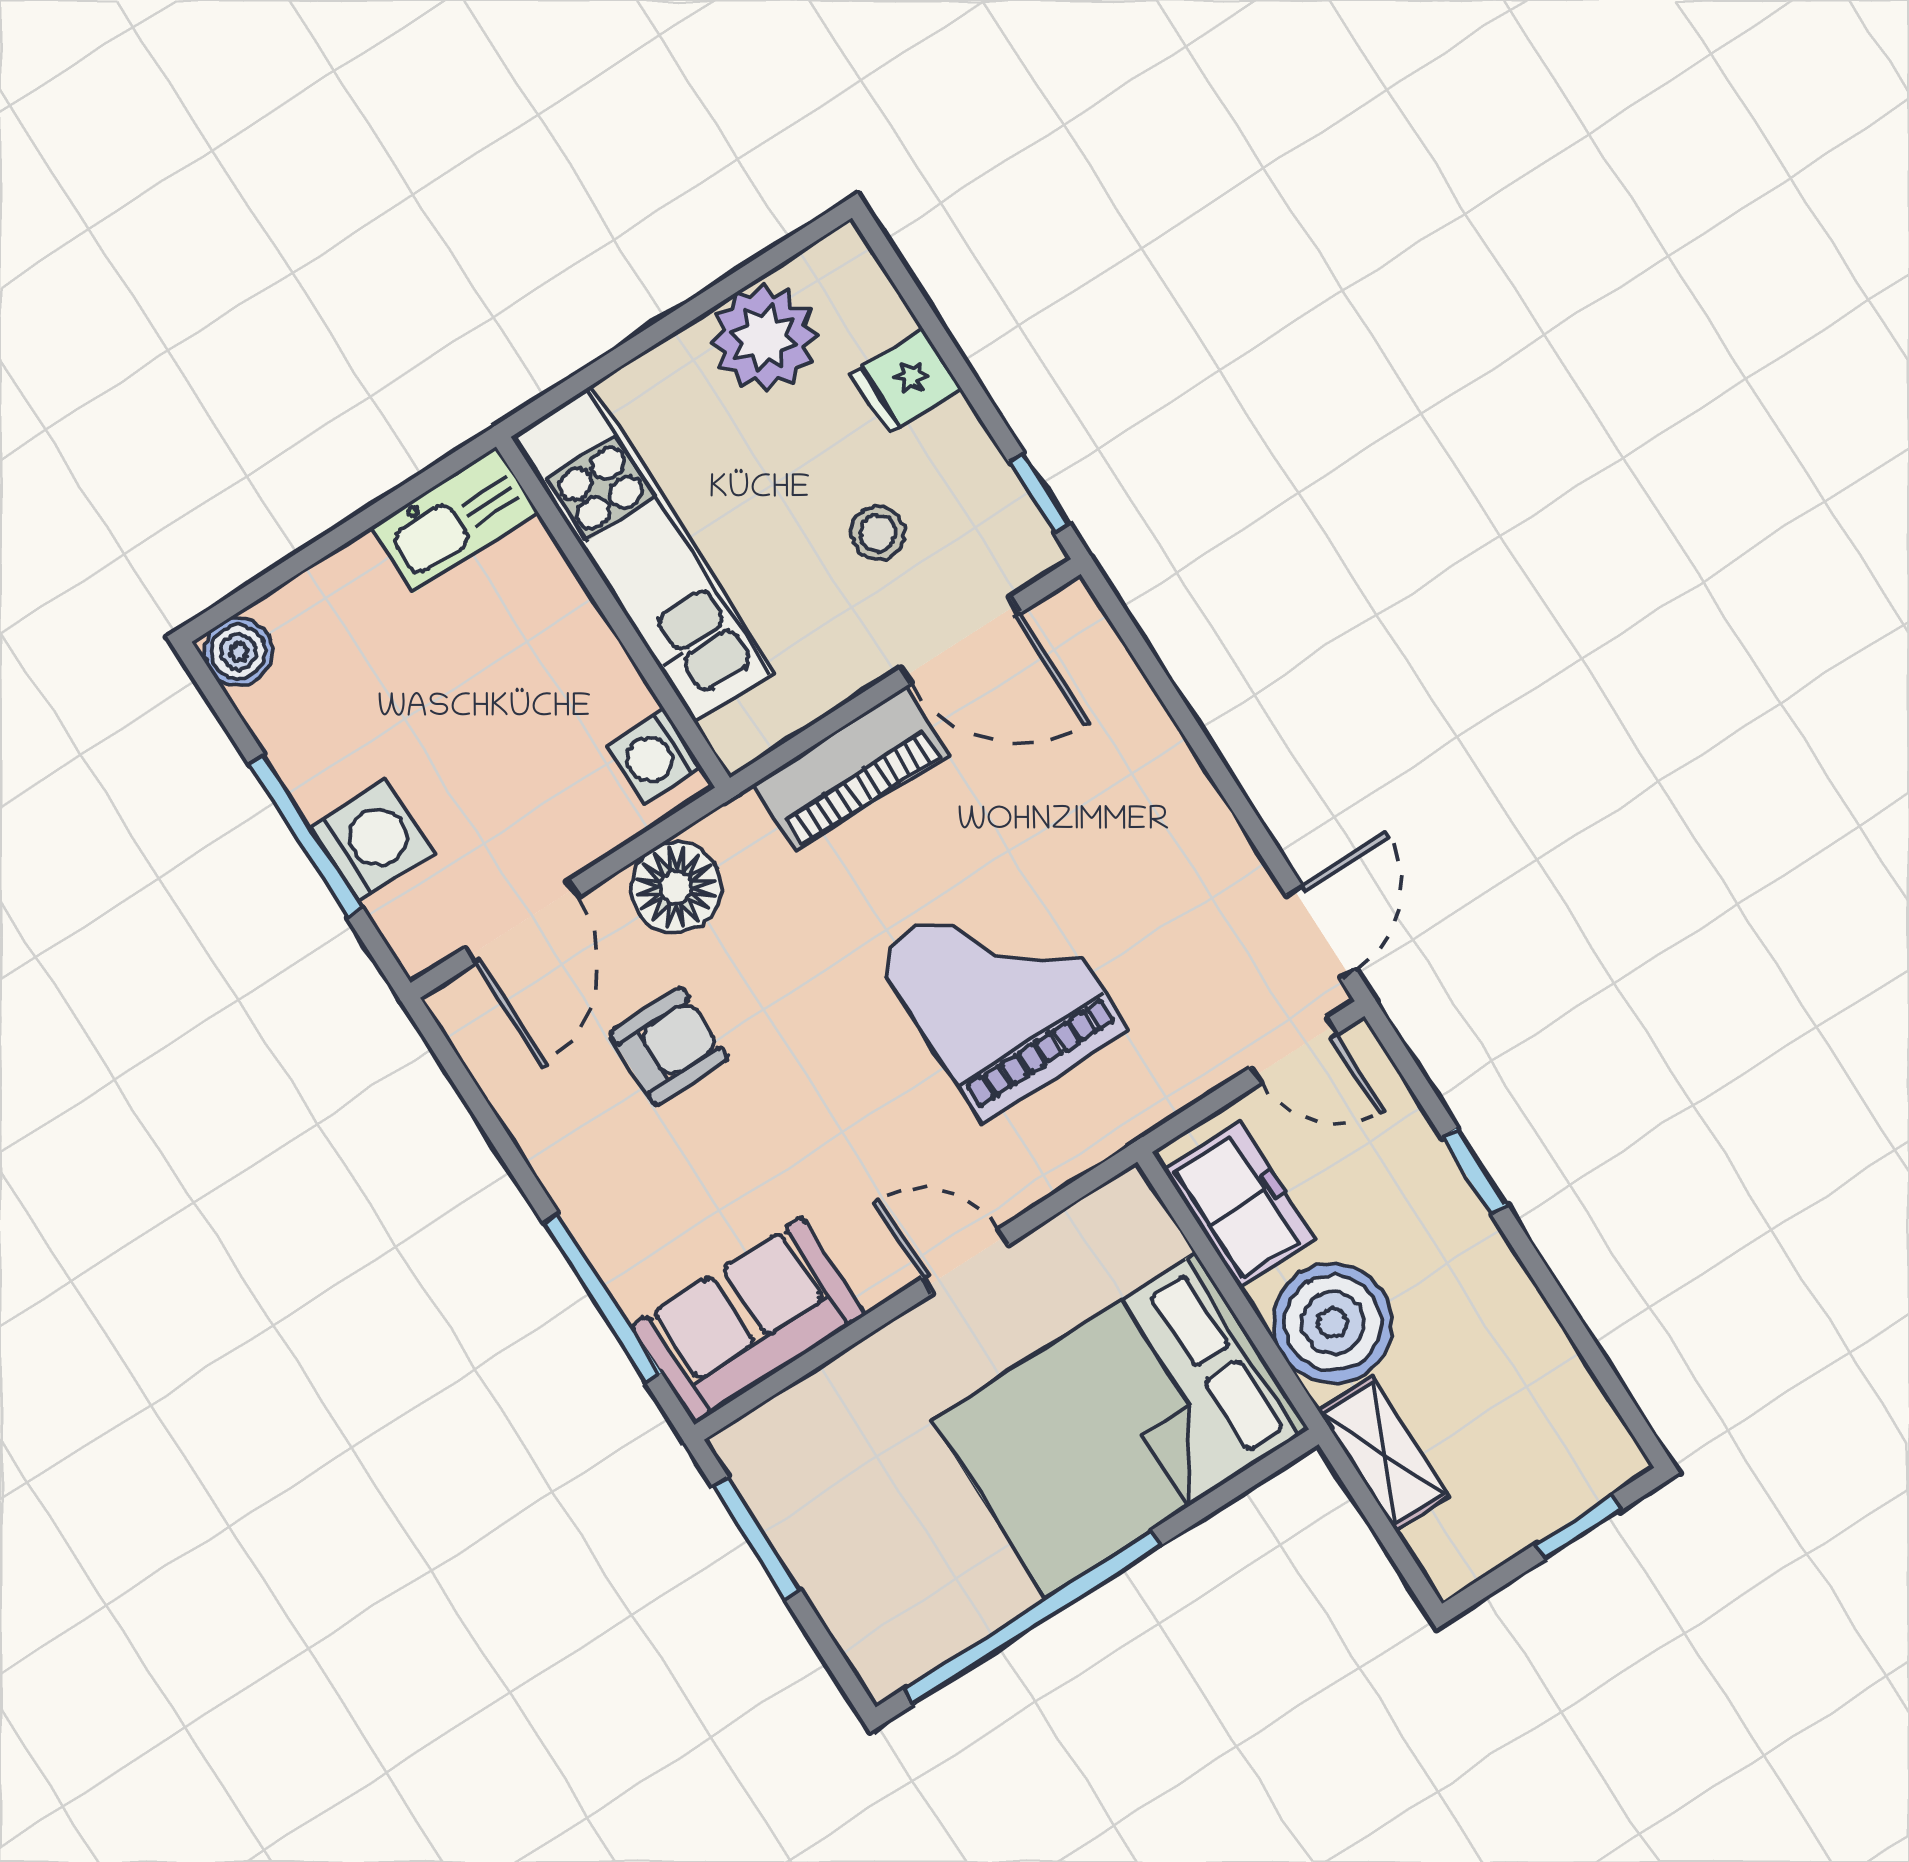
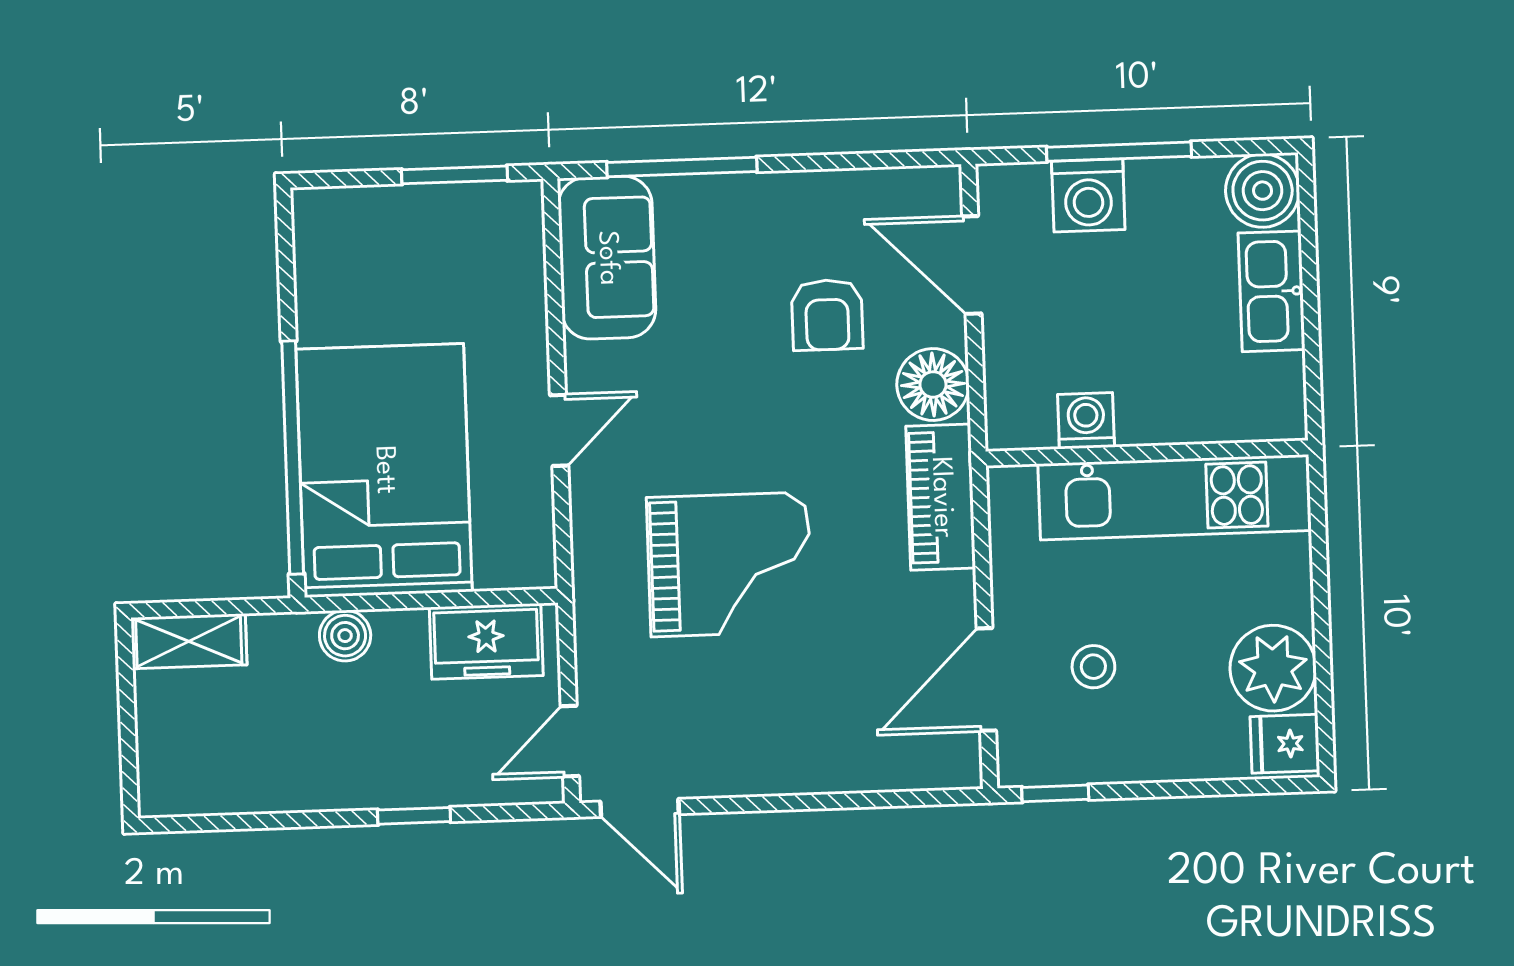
fridge: (906, 381) -> (1285, 744), moved, turned -90
kitchen sink: (454, 520) -> (1272, 291), moved
boiler: (238, 652) -> (1263, 191), width x1.36, depth x1.36
washing machine: (654, 756) -> (1086, 421), moved
piano: (851, 770) -> (941, 497), moved
boiler: (1333, 1323) -> (345, 636), width x0.54, depth x0.54
shelving: (1384, 1453) -> (189, 641), moved
window: (1578, 1527) -> (128, 742), removed
window: (1032, 1618) -> (293, 458), moved

